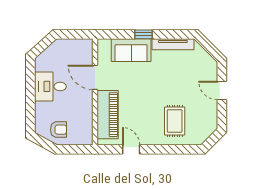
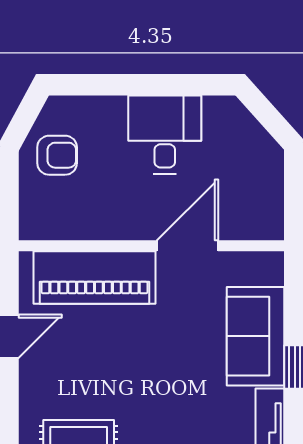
armchair: (59, 130) -> (57, 155), turned -90

